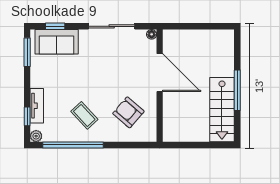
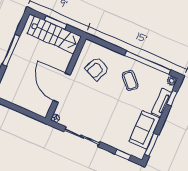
sofa: (57, 42) -> (145, 130), moved, turned -90
stairs: (222, 110) -> (54, 35), moved, turned 90
armchair: (128, 112) -> (97, 69), turned 74
window: (200, 145) -> (56, 22), added

